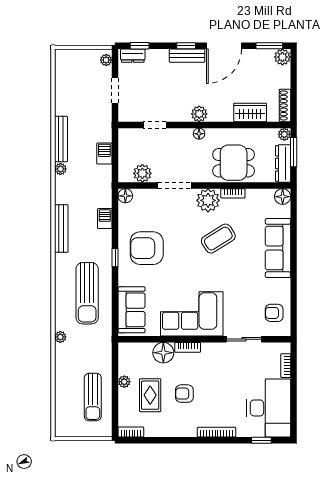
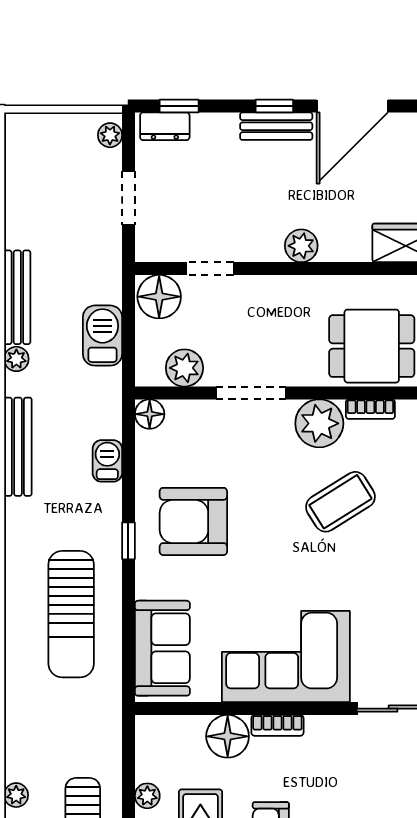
floor lamp: (199, 134) -> (159, 297), moved, width x1.89, depth x1.89
barbecue: (104, 154) -> (102, 336), width x1.38, depth x1.27
bench: (61, 229) -> (18, 447), moved
plant: (60, 337) -> (16, 795), moved

